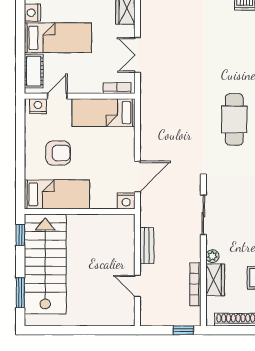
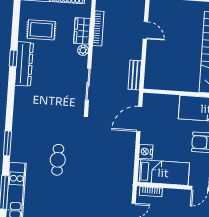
cafe table: (234, 119) -> (58, 160), width x0.73, depth x0.74
nightstand: (126, 201) -> (146, 152), moved, turned -90
bench: (147, 246) -> (135, 75), moved

